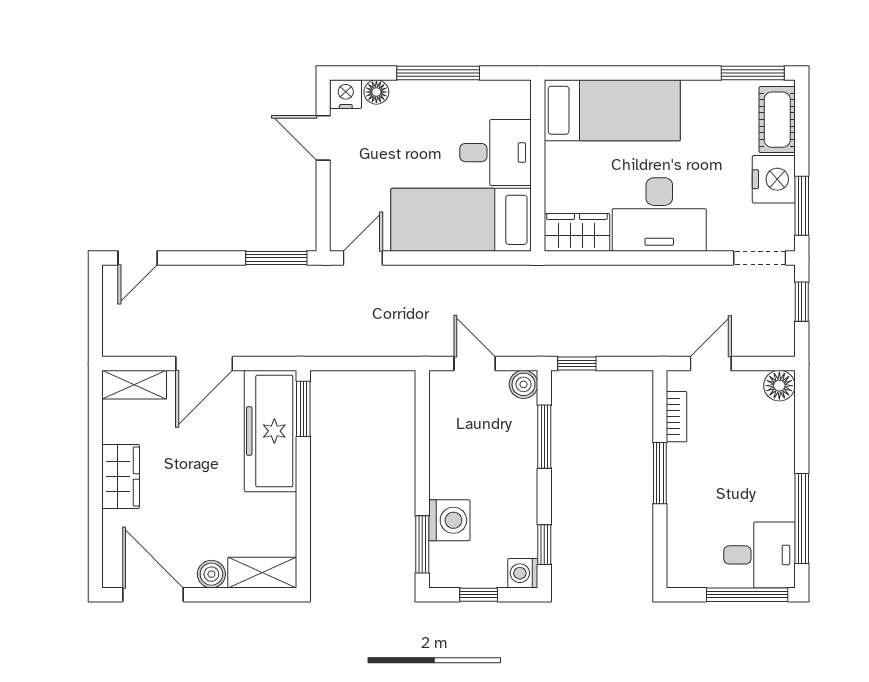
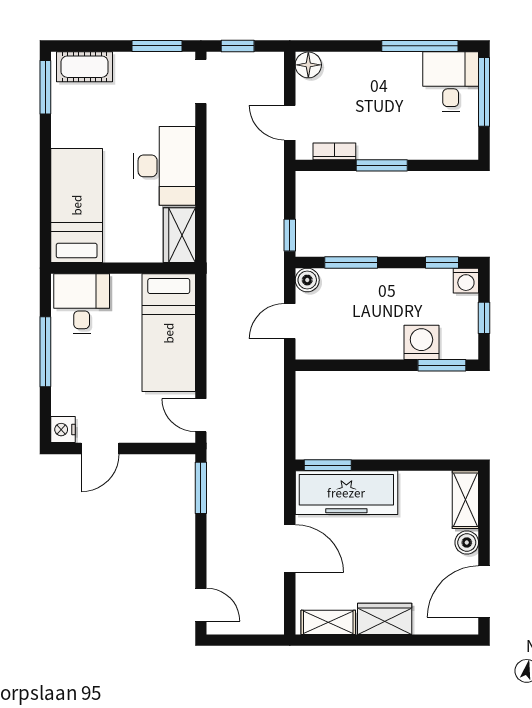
floor lamp: (376, 92) -> (61, 404), removed
desk: (495, 153) -> (82, 304), moved
nightstand: (774, 179) -> (135, 70), removed
shelving: (134, 385) -> (328, 622), moved, turned 90

